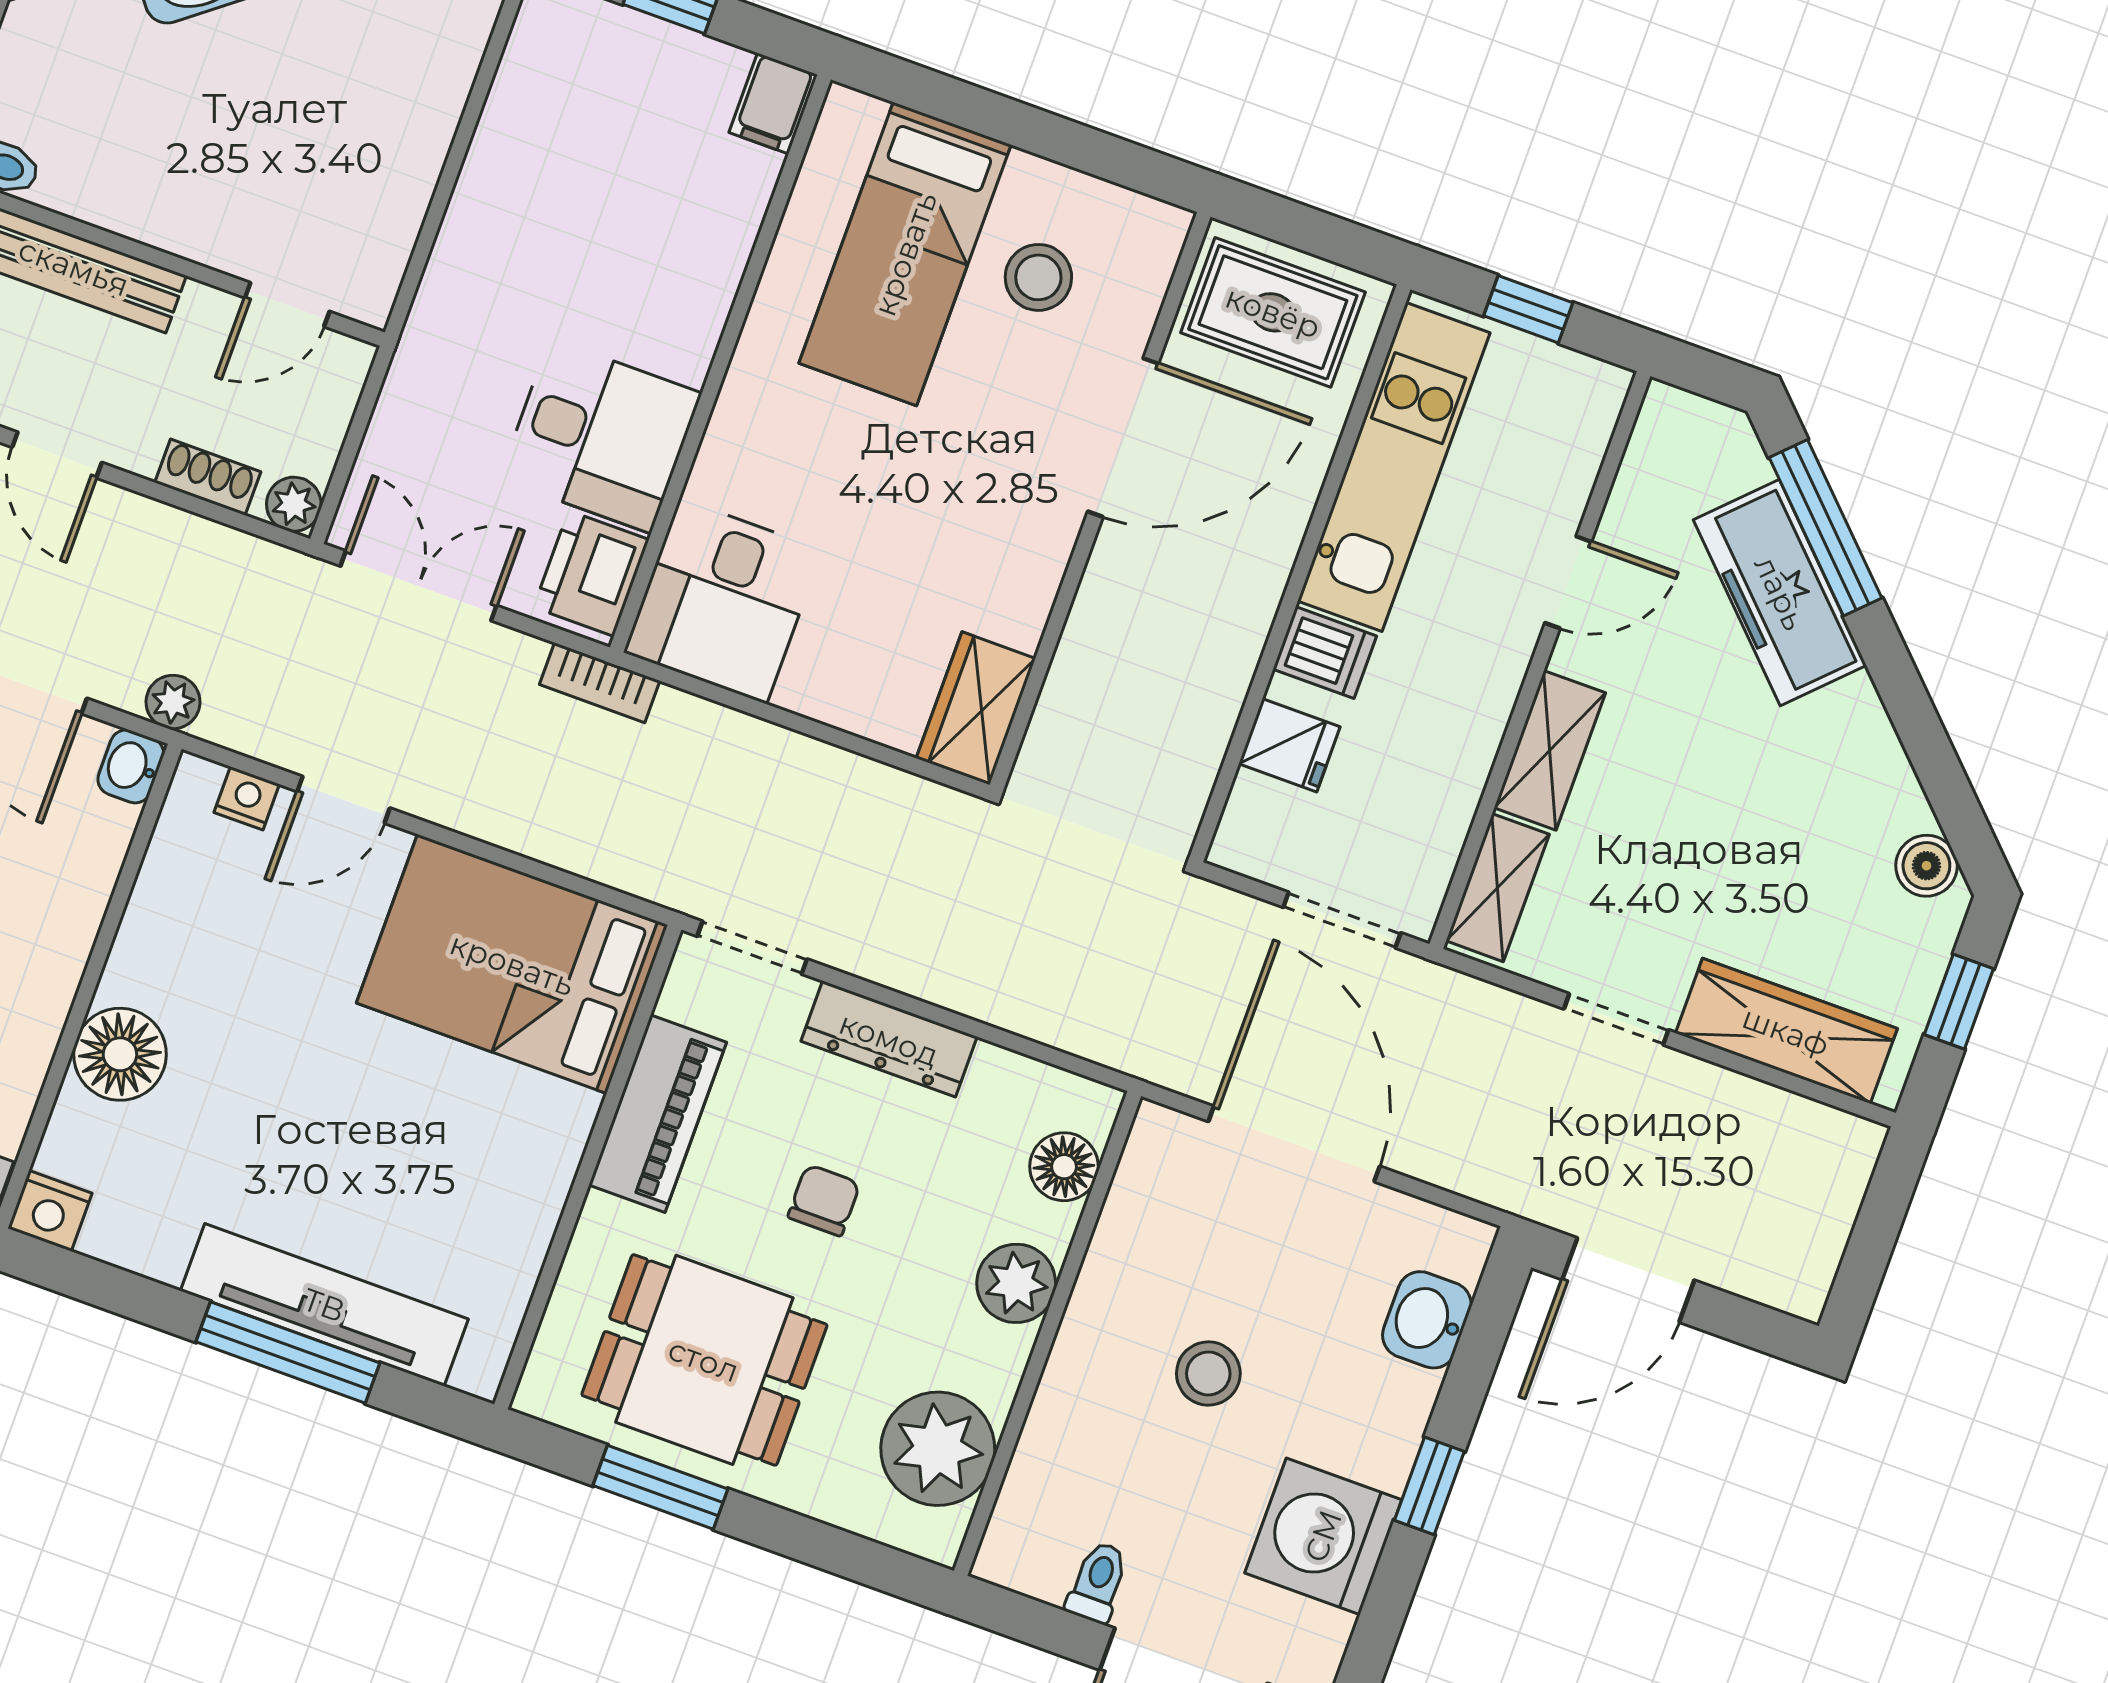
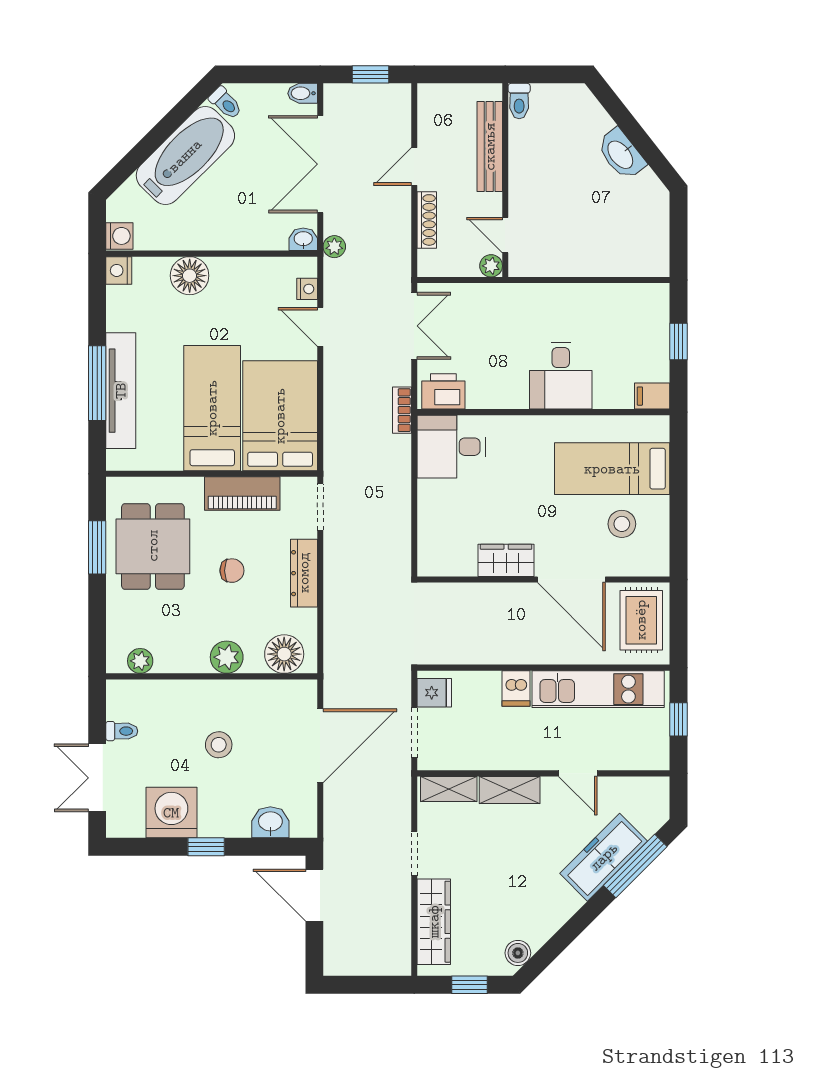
desk: (600, 436) -> (561, 376), moved
shoe rack: (208, 477) -> (427, 220), width x1.43
plant: (294, 504) -> (491, 266), moved
wardrobe: (976, 708) -> (506, 560), moved
fridge: (1289, 745) -> (434, 693), moved, turned -90
bed: (439, 1112) -> (212, 408), added
floor lamp: (1064, 1167) -> (284, 654), width x1.38, depth x1.38
plant: (938, 1449) -> (140, 661), width x0.53, depth x0.53

